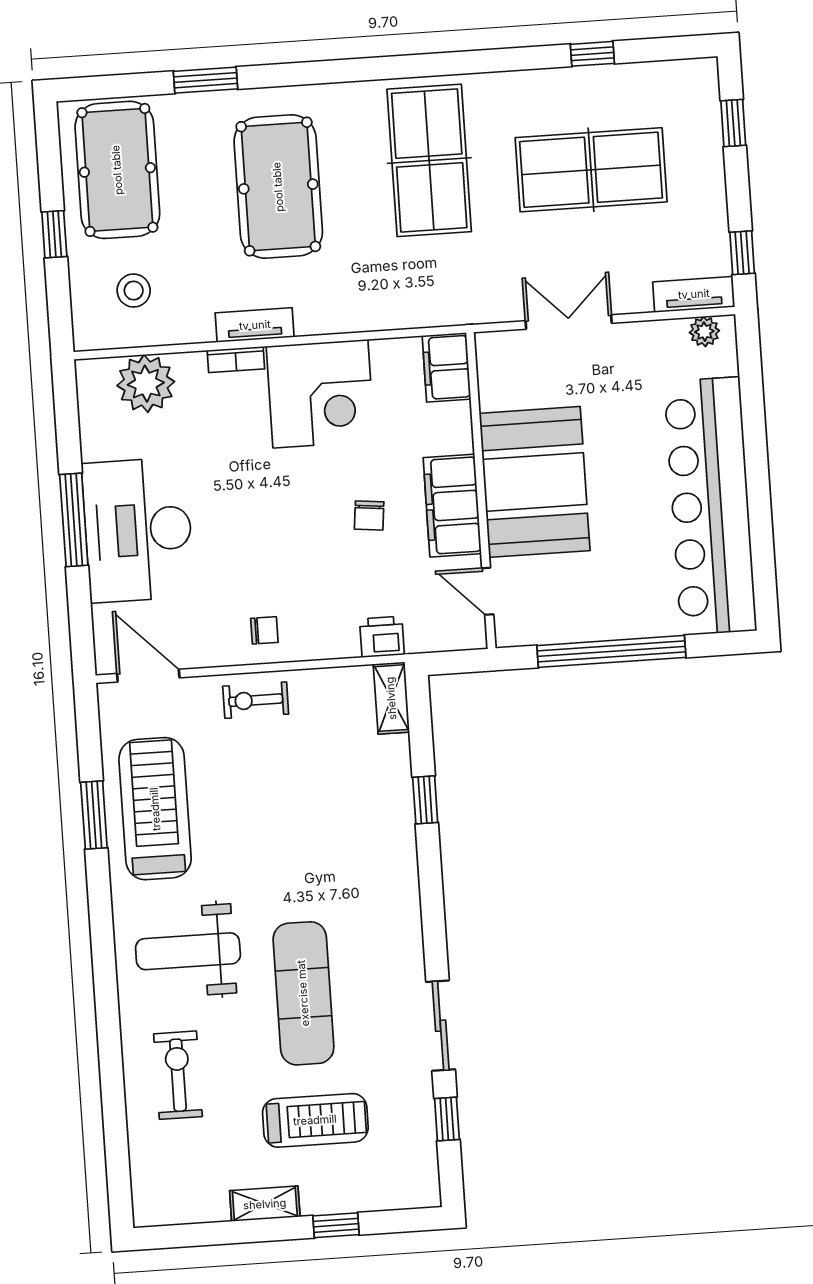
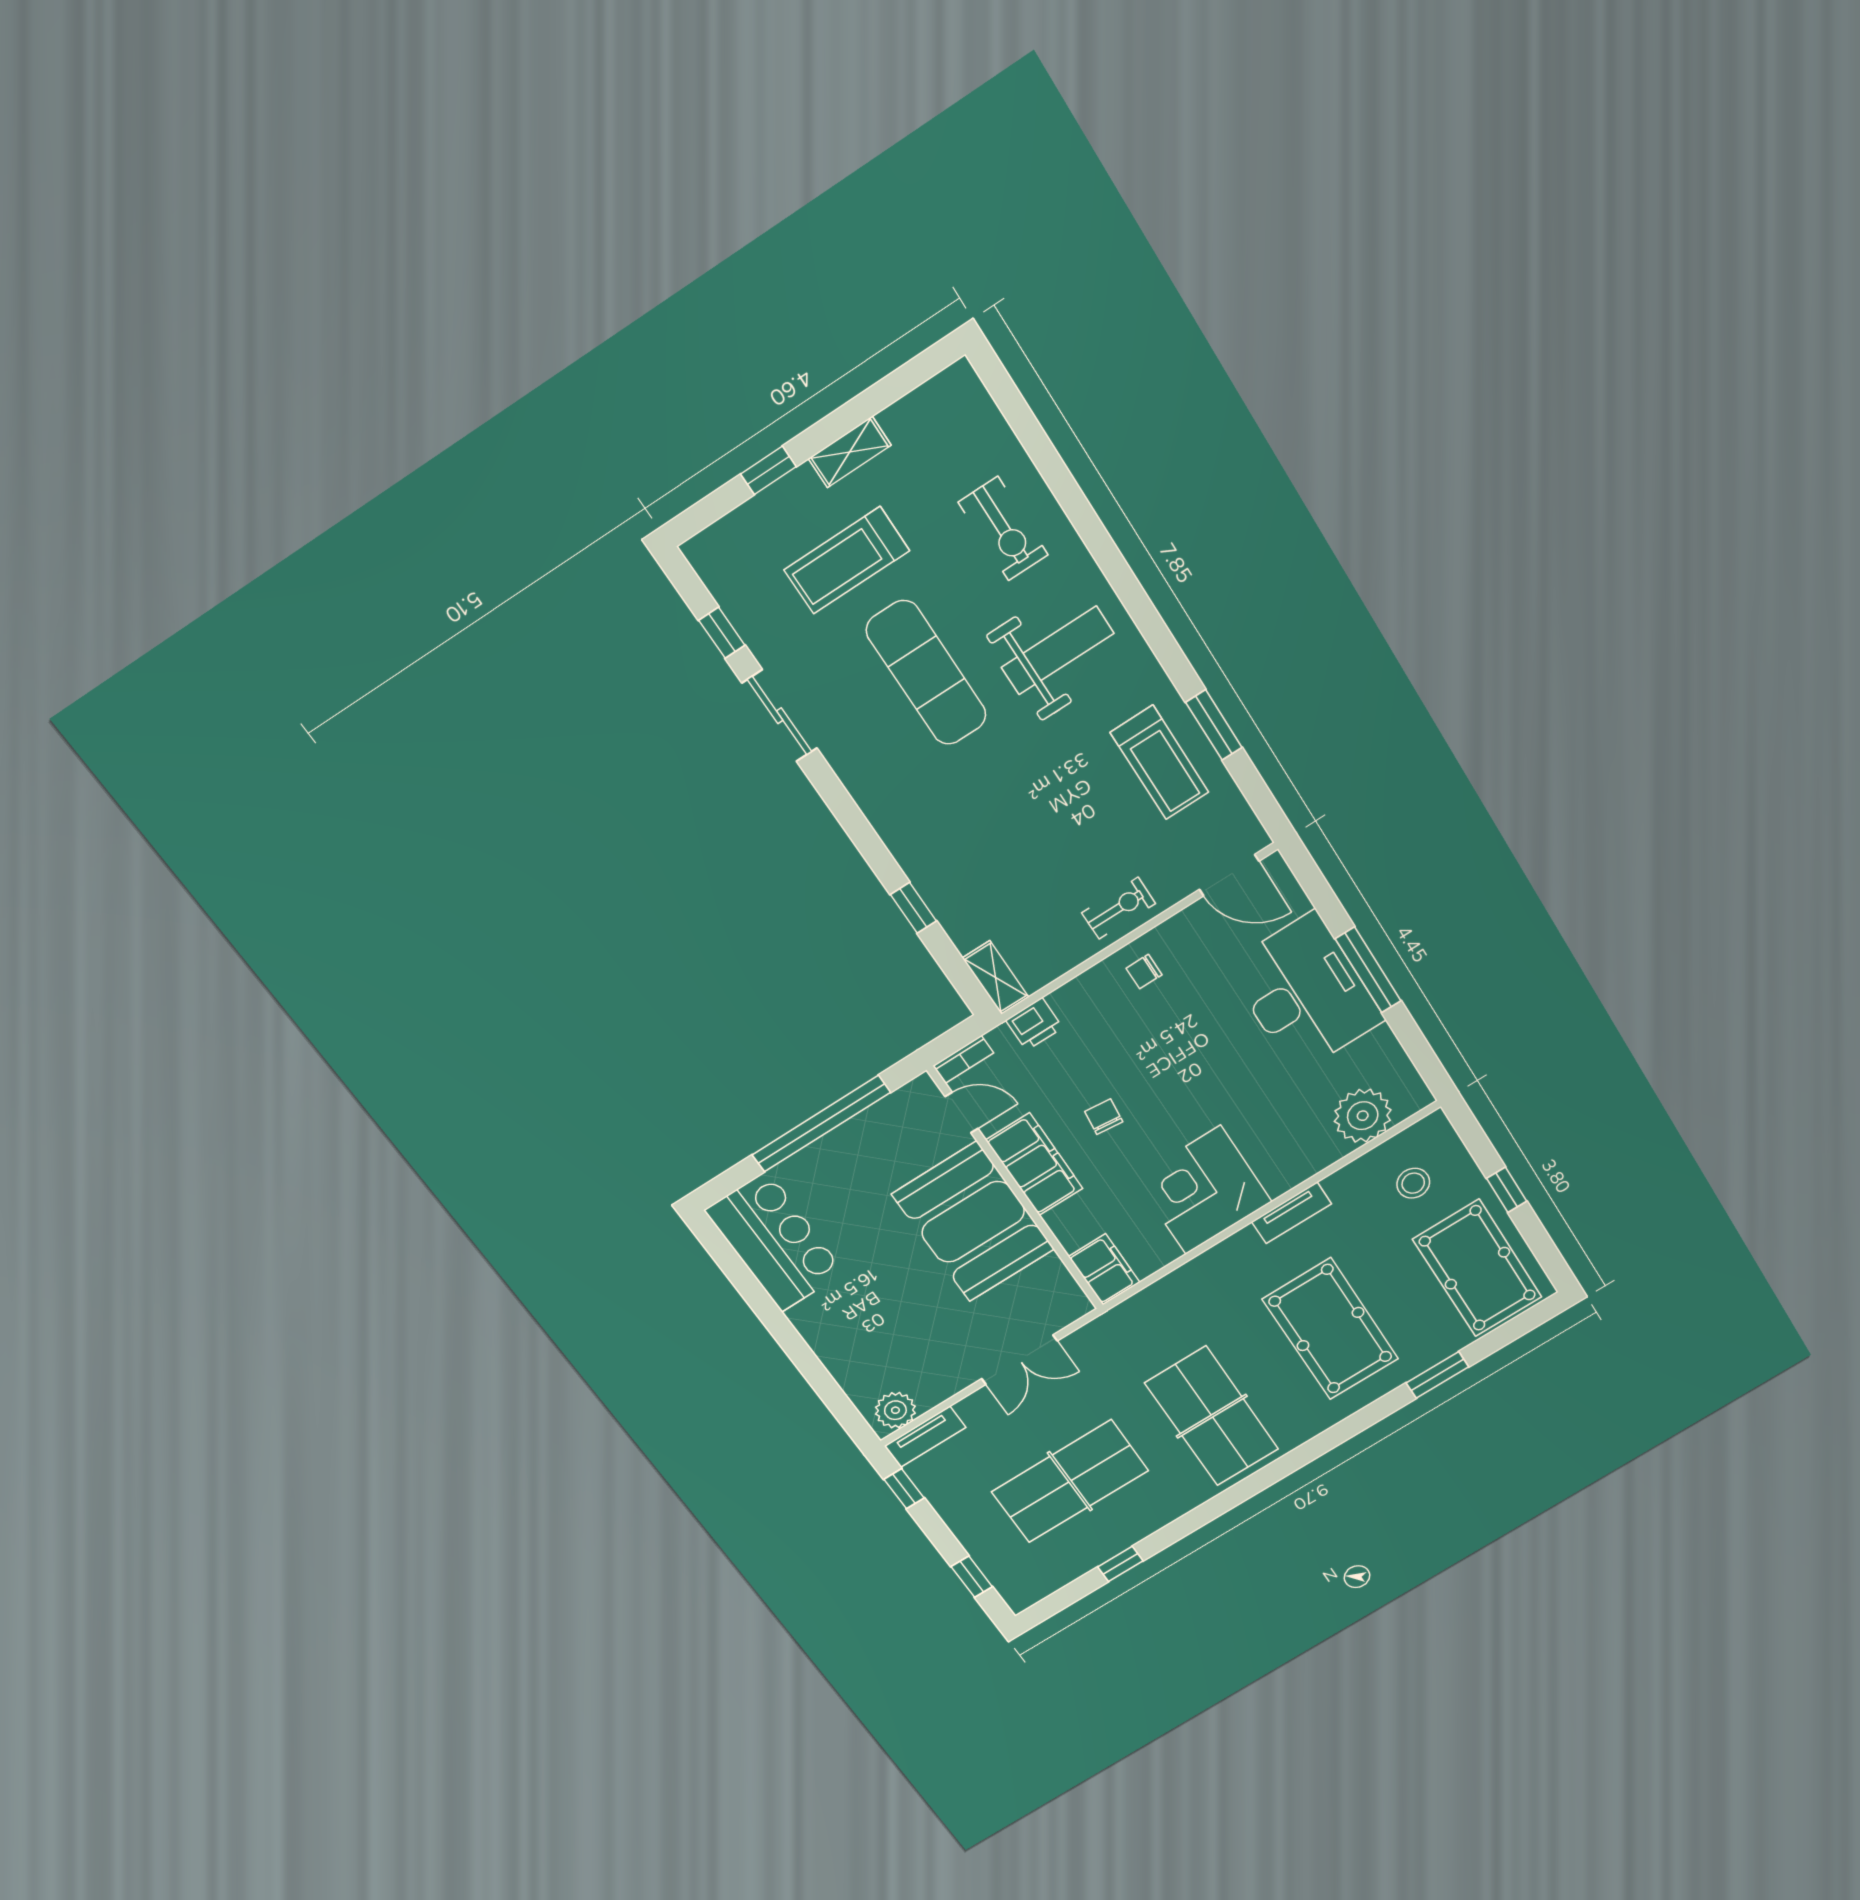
plant: (704, 332) -> (895, 1410), width x1.38, depth x1.38
bookcase: (236, 360) -> (963, 1059), moved, turned 180
bar counter: (710, 506) -> (775, 1242), width x0.54
treadmill: (155, 809) -> (1160, 762), width x0.73, depth x0.73

